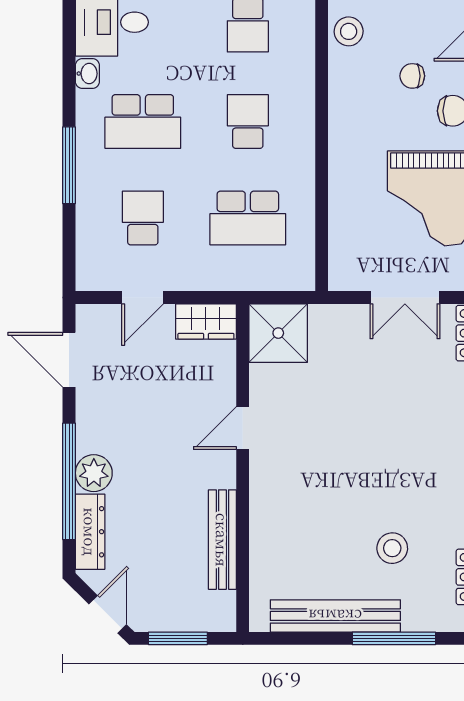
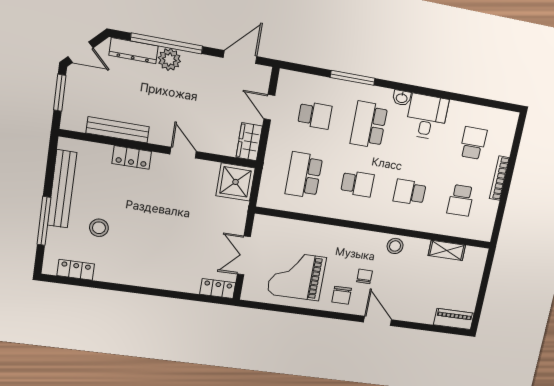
locker: (264, 511) -> (132, 157), added

